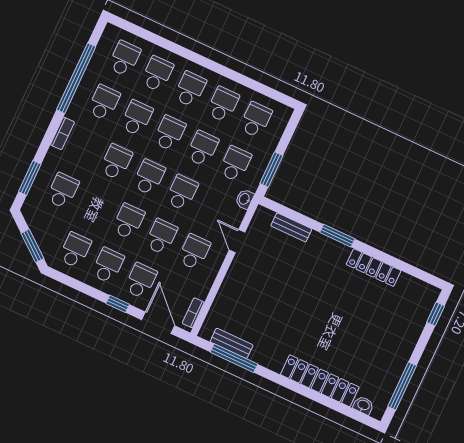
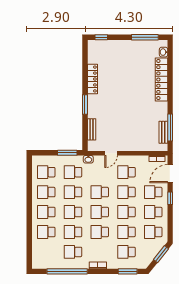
school desk: (124, 58) -> (126, 232), moved

